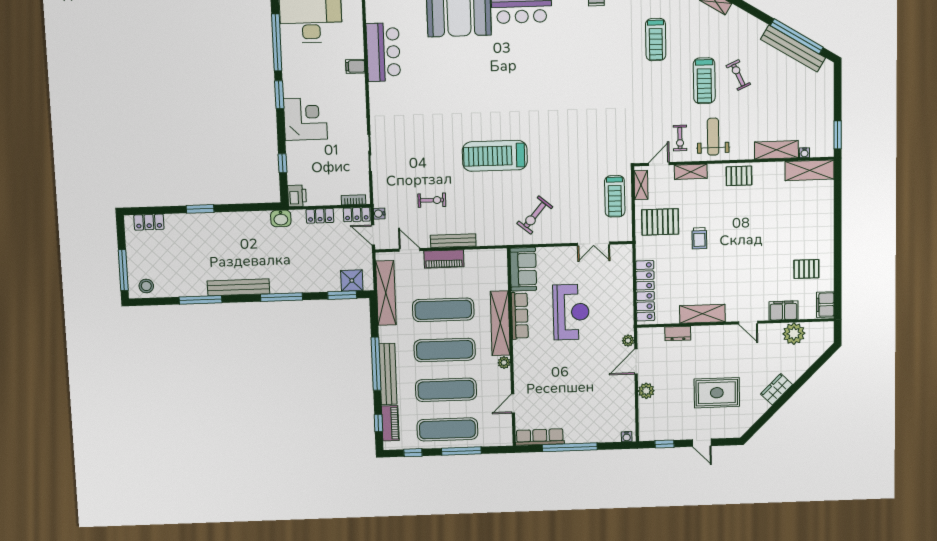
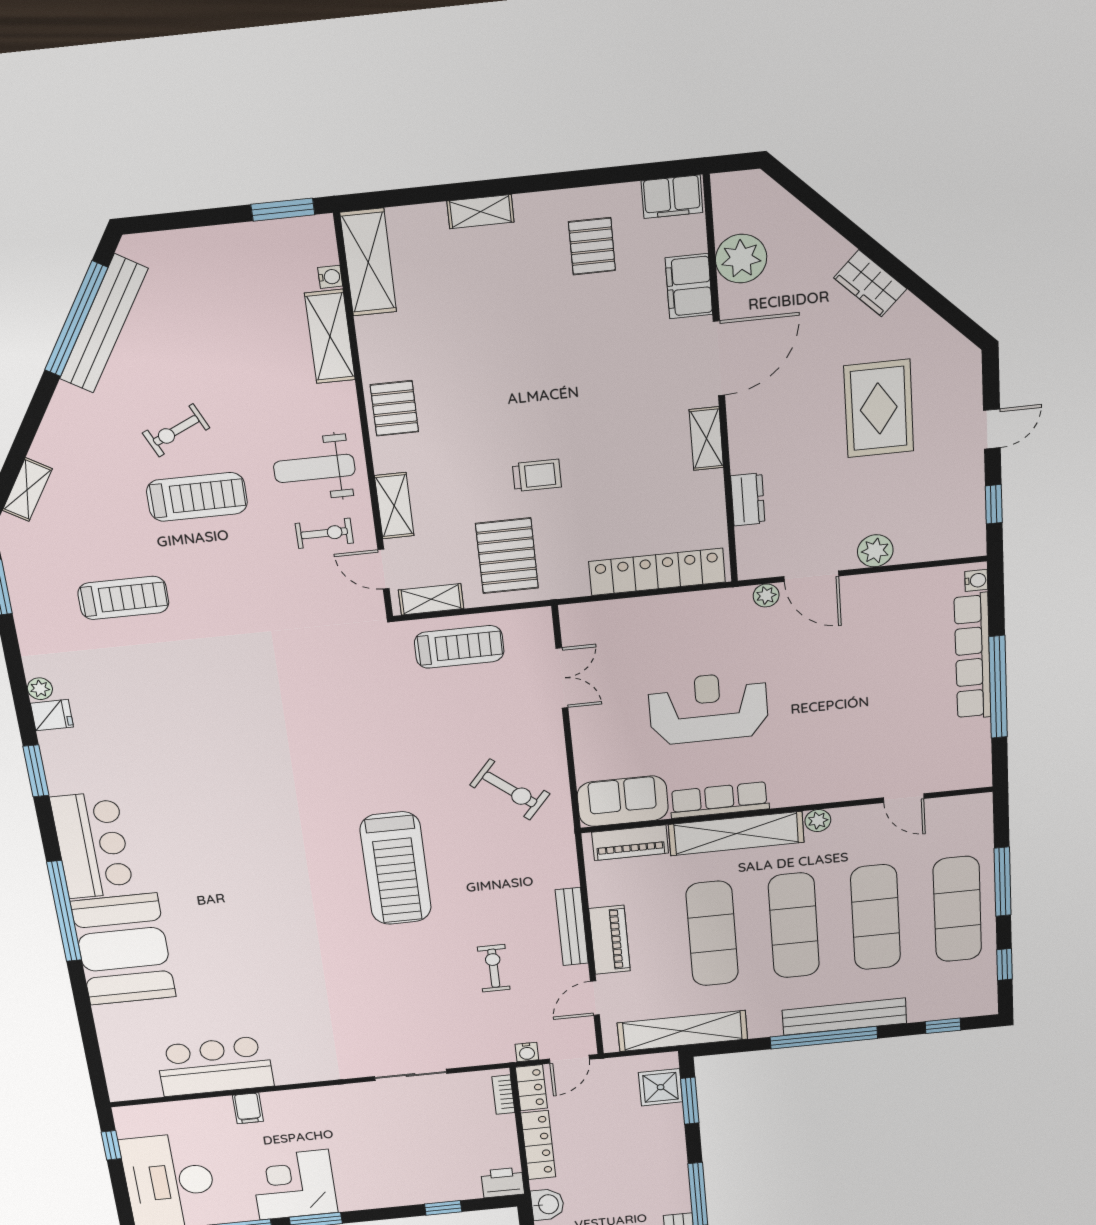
corner desk: (305, 119) -> (294, 1185), moved
locker: (320, 216) -> (538, 1145), width x1.53
shelving: (827, 221) -> (480, 212), added
shelving: (702, 314) -> (706, 439), width x0.67, depth x0.75
door: (748, 323) -> (719, 358), width x1.88
piano: (390, 423) -> (630, 843), moved, turned 180
row of seats: (540, 437) -> (973, 657), moved, width x1.36

